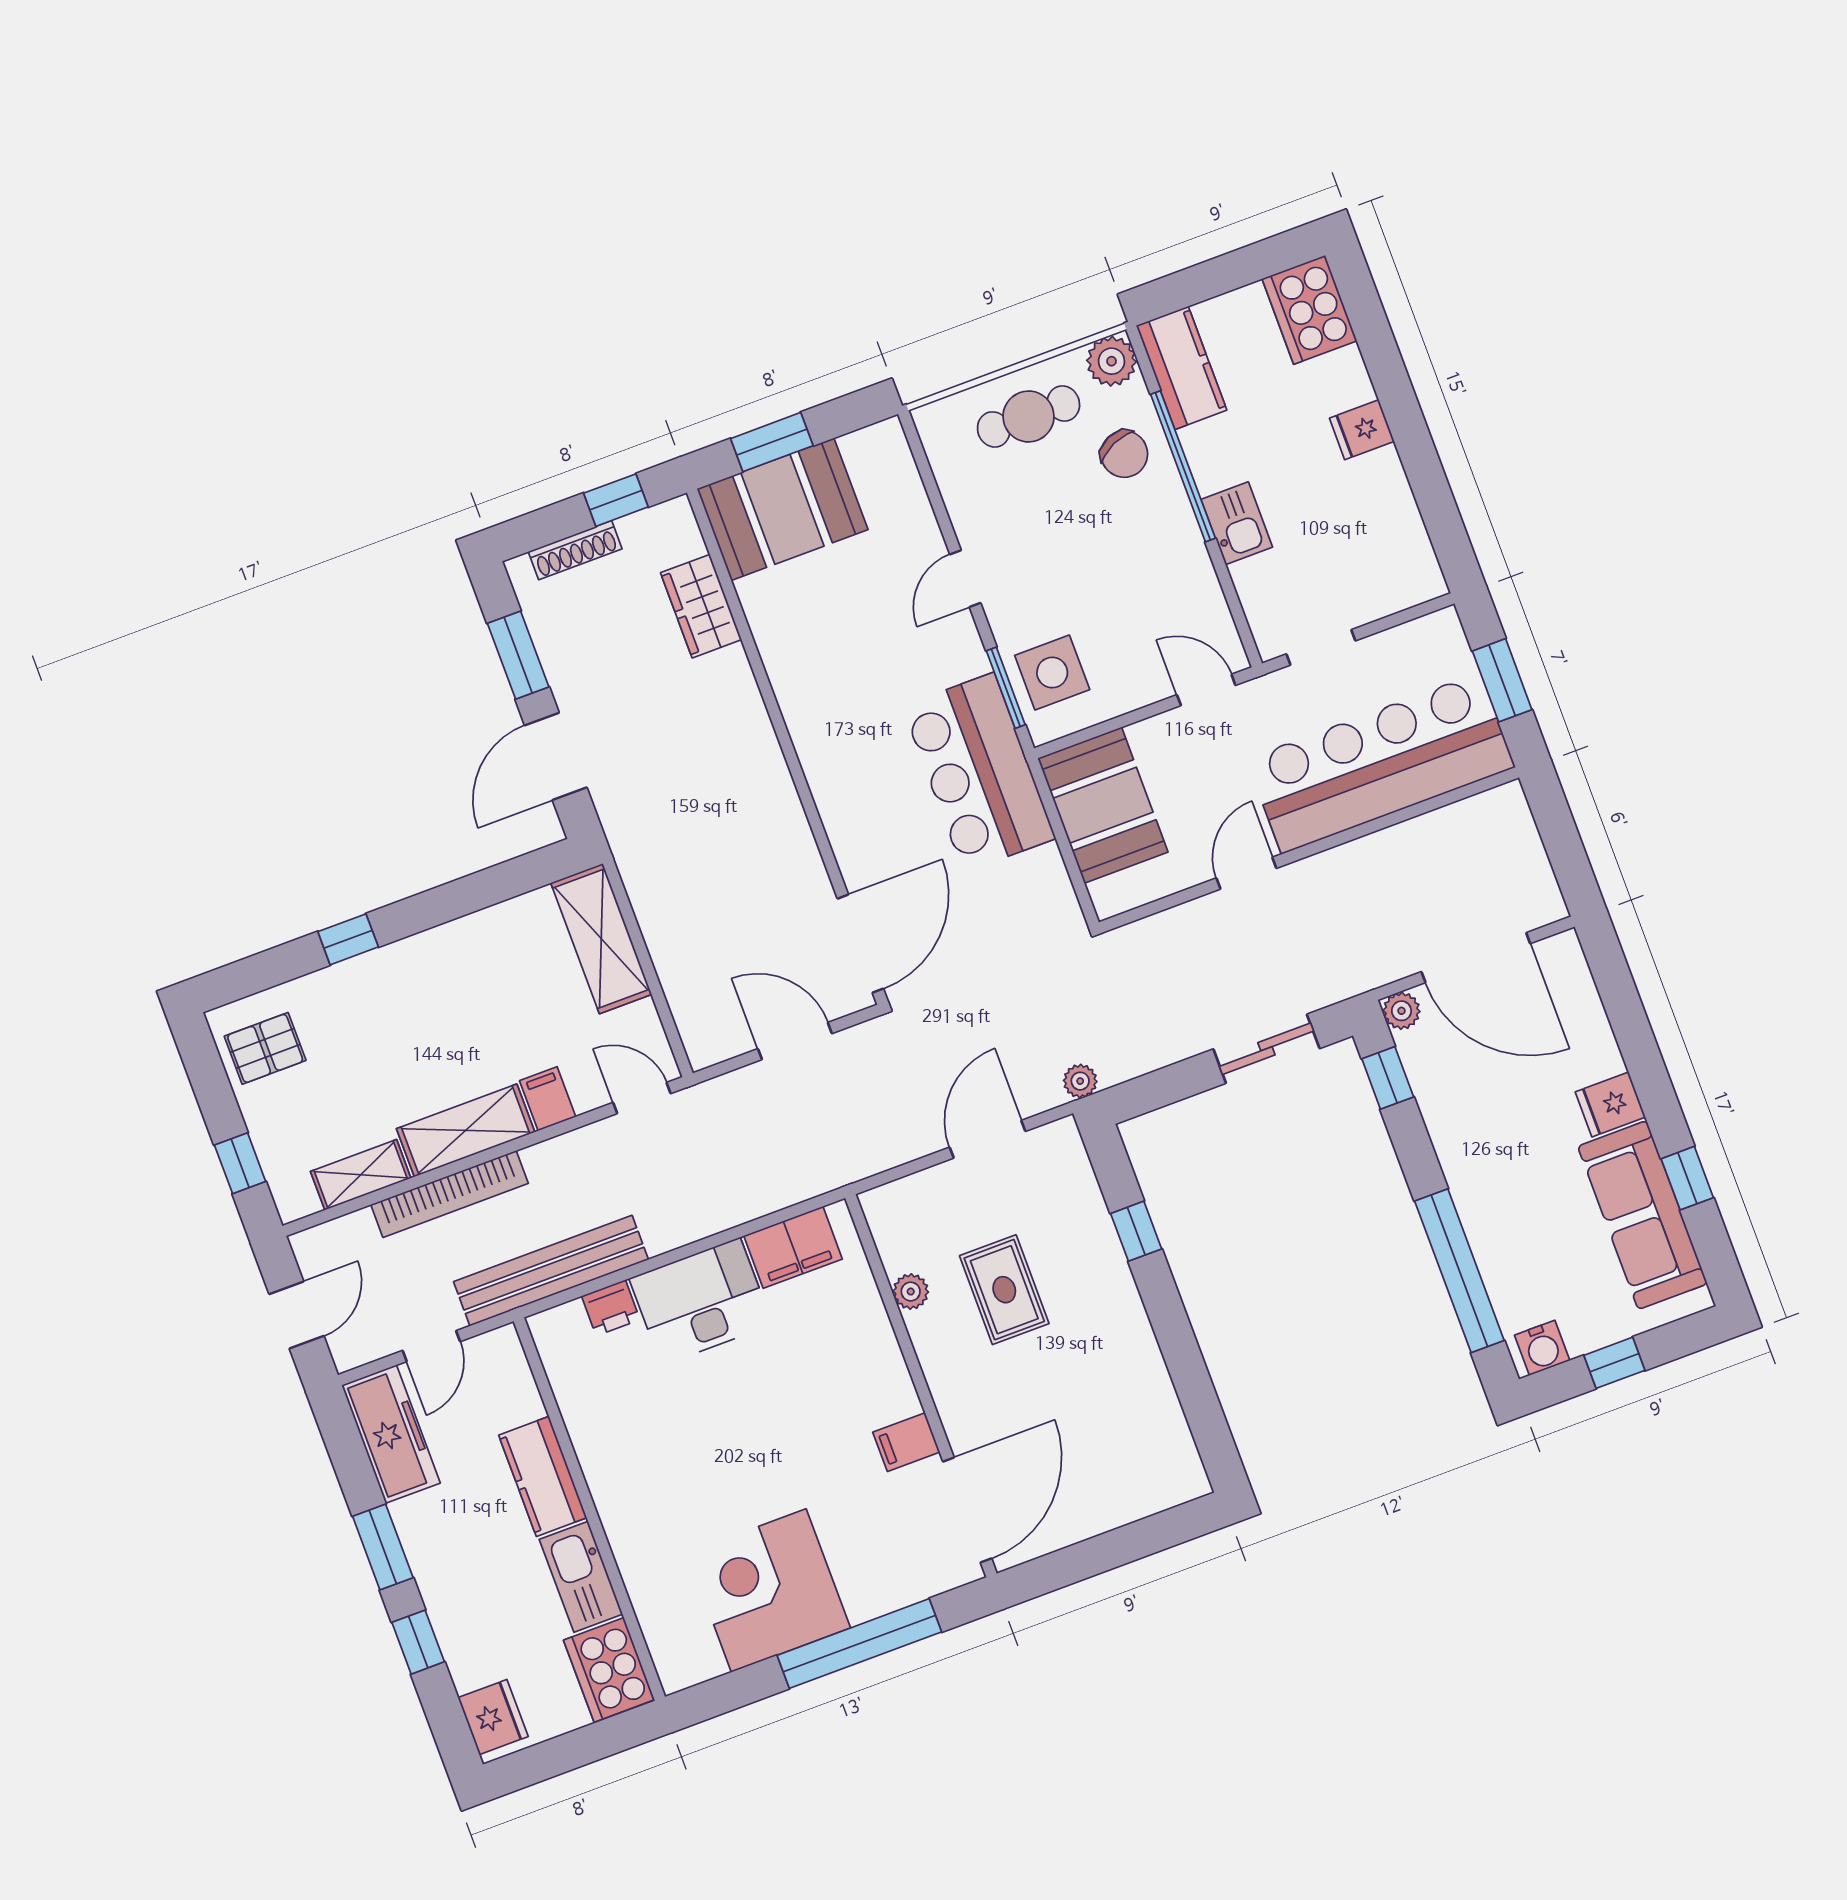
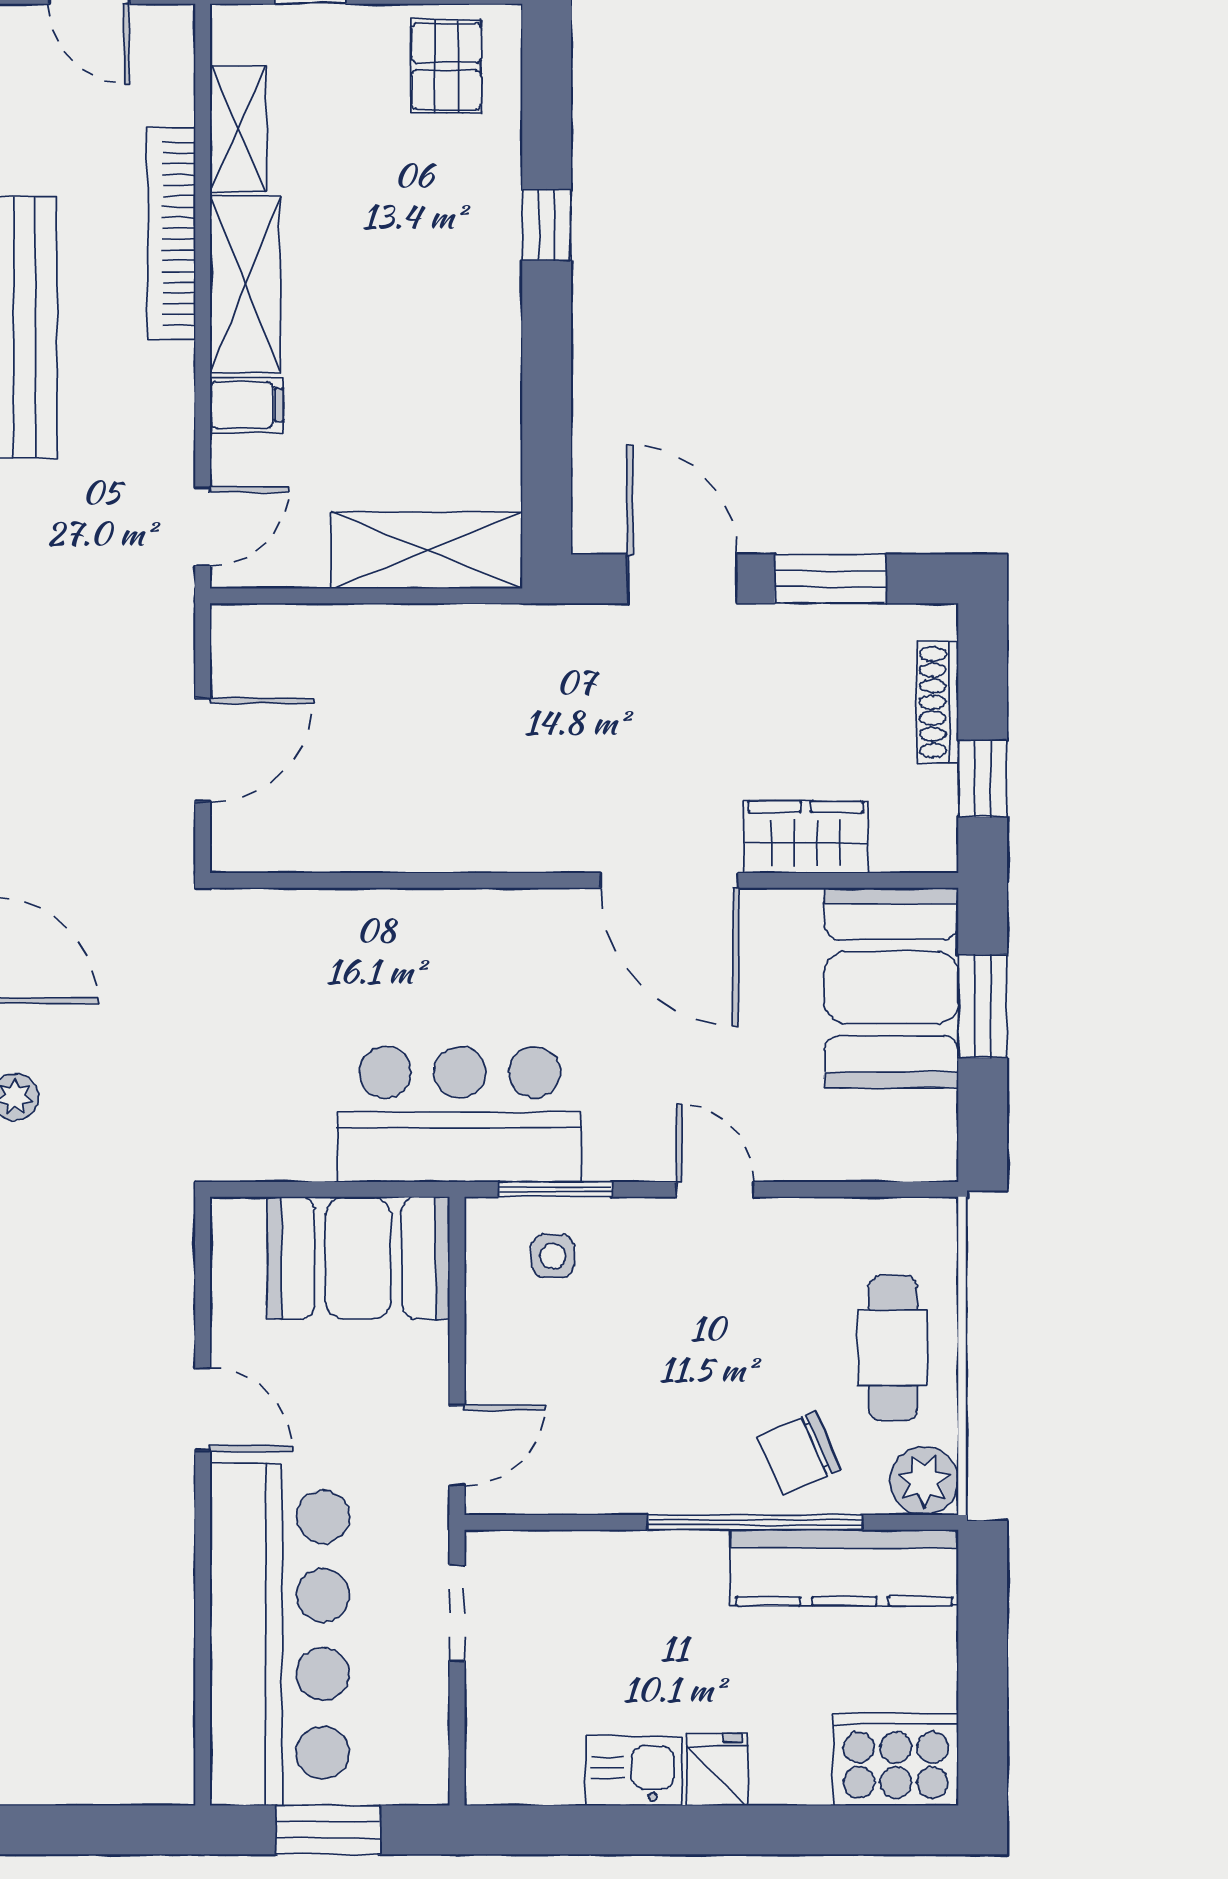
kitchen counter: (1182, 368) -> (844, 1568), width x1.50
kitchen sink: (1237, 523) -> (634, 1771), moved, turned 180
side table: (1052, 673) -> (553, 1256), width x0.54, depth x0.54
door: (860, 944) -> (669, 880), moved

